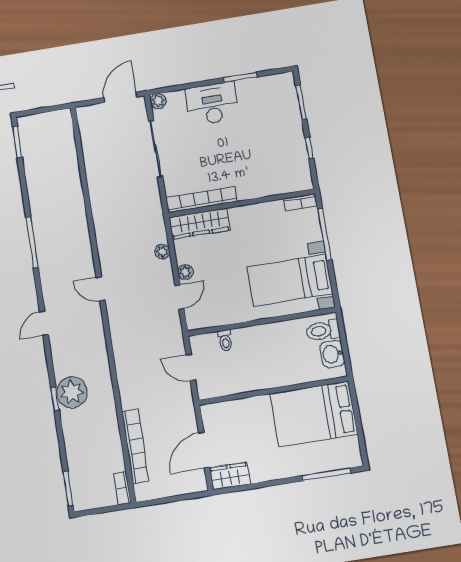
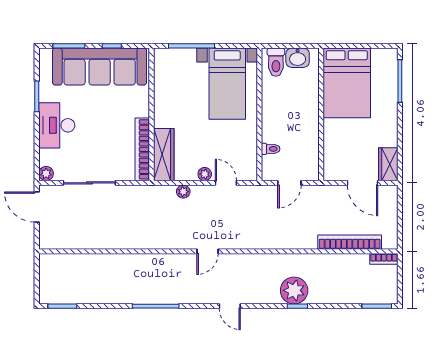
sofa: (284, 139) -> (100, 67), added
bookcase: (300, 202) -> (159, 62), removed

